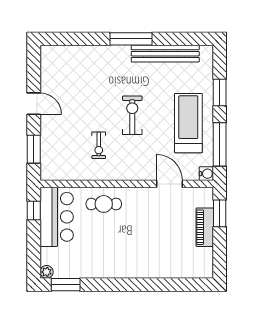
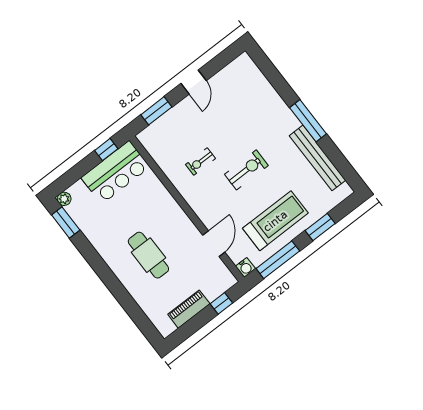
cafe table: (104, 204) -> (148, 255), moved, width x1.37, depth x1.35
window: (220, 213) -> (221, 303), width x0.67
piano: (205, 227) -> (189, 309), moved

